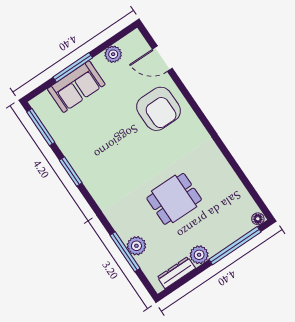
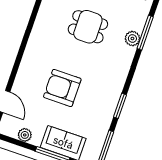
armchair: (158, 109) -> (62, 88), moved, turned -90
plant: (136, 246) -> (132, 39), moved

